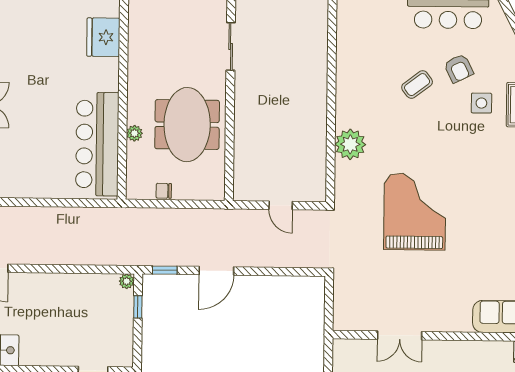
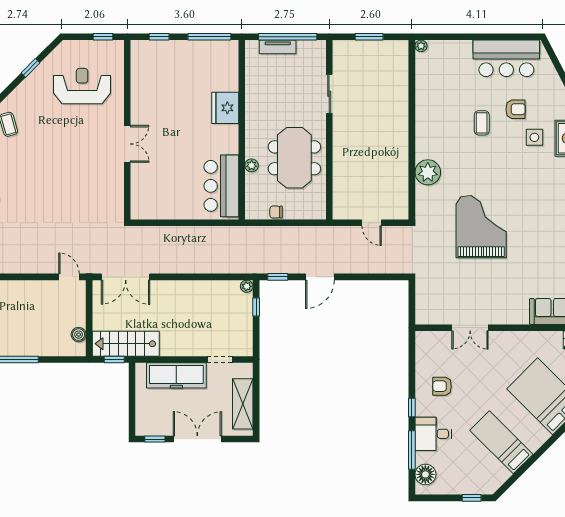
fridge: (103, 37) -> (225, 108), moved
armchair: (459, 68) -> (515, 109), turned -64
coffee table: (417, 85) -> (482, 123), turned -53
bar counter: (97, 144) -> (221, 186), width x0.73

